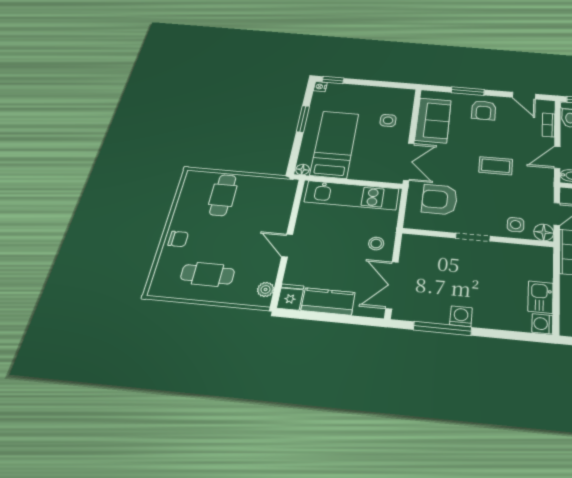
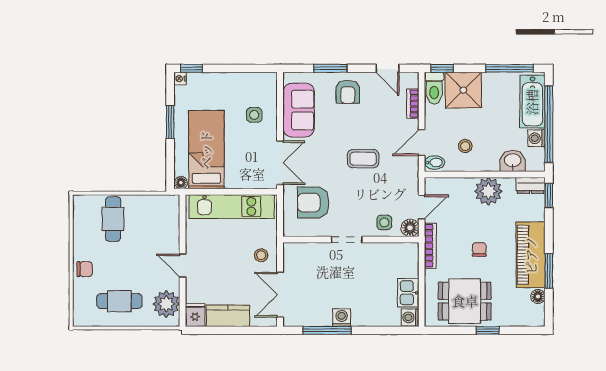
plant: (266, 289) -> (166, 304), width x1.88, depth x1.88

